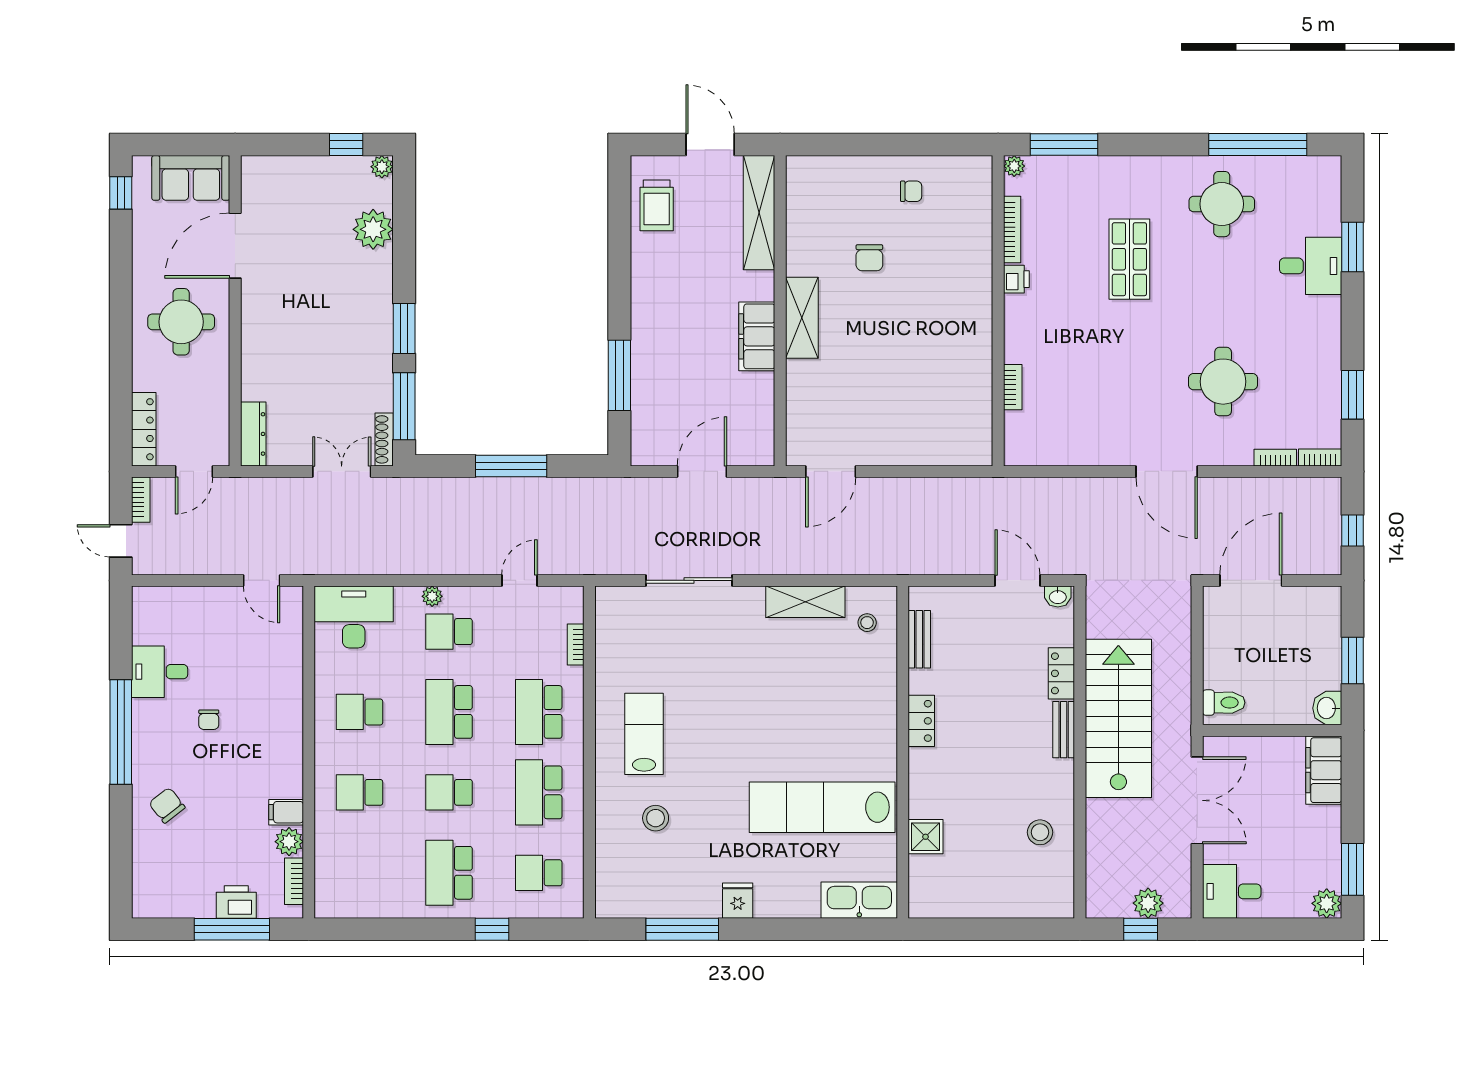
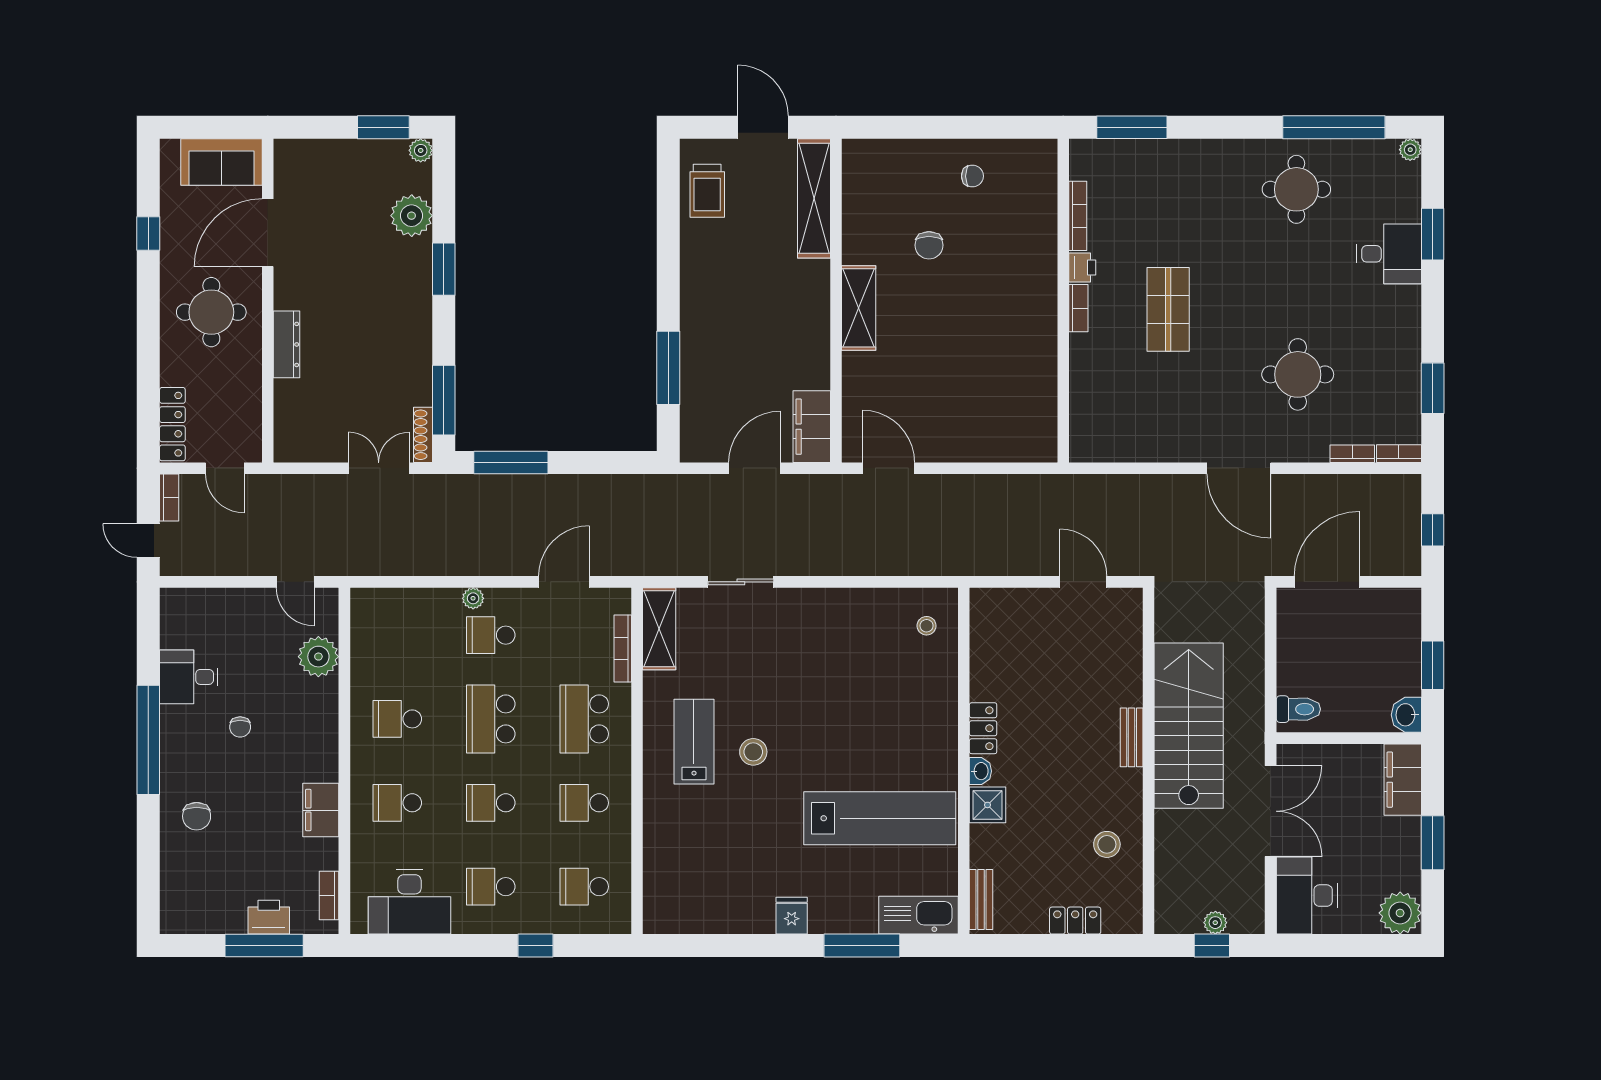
window: (346, 145) -> (383, 127), width x1.50
plant: (1014, 166) -> (1410, 150), moved
window: (121, 193) -> (148, 234), moved
shop shelf: (1129, 259) -> (1168, 309), moved
window: (404, 328) -> (444, 269), moved
filing cabinet: (757, 336) -> (812, 427), moved
bookcase: (1013, 387) -> (1078, 308), moved
dresser: (253, 434) -> (286, 344), moved
window: (511, 466) -> (511, 463), moved
door: (194, 471) -> (225, 468), hinge flipped
door: (831, 471) -> (889, 468), swing flipped
door: (519, 580) -> (564, 582), width x1.38
sliding door: (689, 580) -> (741, 582), width x0.73
washbasin: (1058, 596) -> (980, 771), moved, turned -90
shelving: (805, 602) -> (659, 629), moved, turned 90
desk: (354, 617) -> (409, 902), moved, turned 180
bench: (919, 639) -> (981, 899), moved
bookcase: (576, 644) -> (623, 649), width x1.56
locker: (1061, 673) -> (1075, 921), moved, turned 90
school desk: (539, 792) -> (584, 803), width x0.54
chair: (167, 805) -> (197, 816), turned -142
lab bench: (822, 807) -> (880, 818), turned 180
filing cabinet: (286, 812) -> (321, 810), width x2.00
stool: (656, 818) -> (753, 752), moved
shower: (926, 837) -> (987, 805), moved
plant: (289, 842) -> (318, 657), moved, width x1.36, depth x1.36
window: (1352, 869) -> (1433, 843), moved
school desk: (449, 873) -> (491, 887), width x0.54
desk: (1232, 891) -> (1307, 896), width x1.37
plant: (1148, 903) -> (1215, 923), width x0.73, depth x0.73
plant: (1327, 903) -> (1400, 913), width x1.36, depth x1.36
window: (682, 929) -> (862, 946), moved

